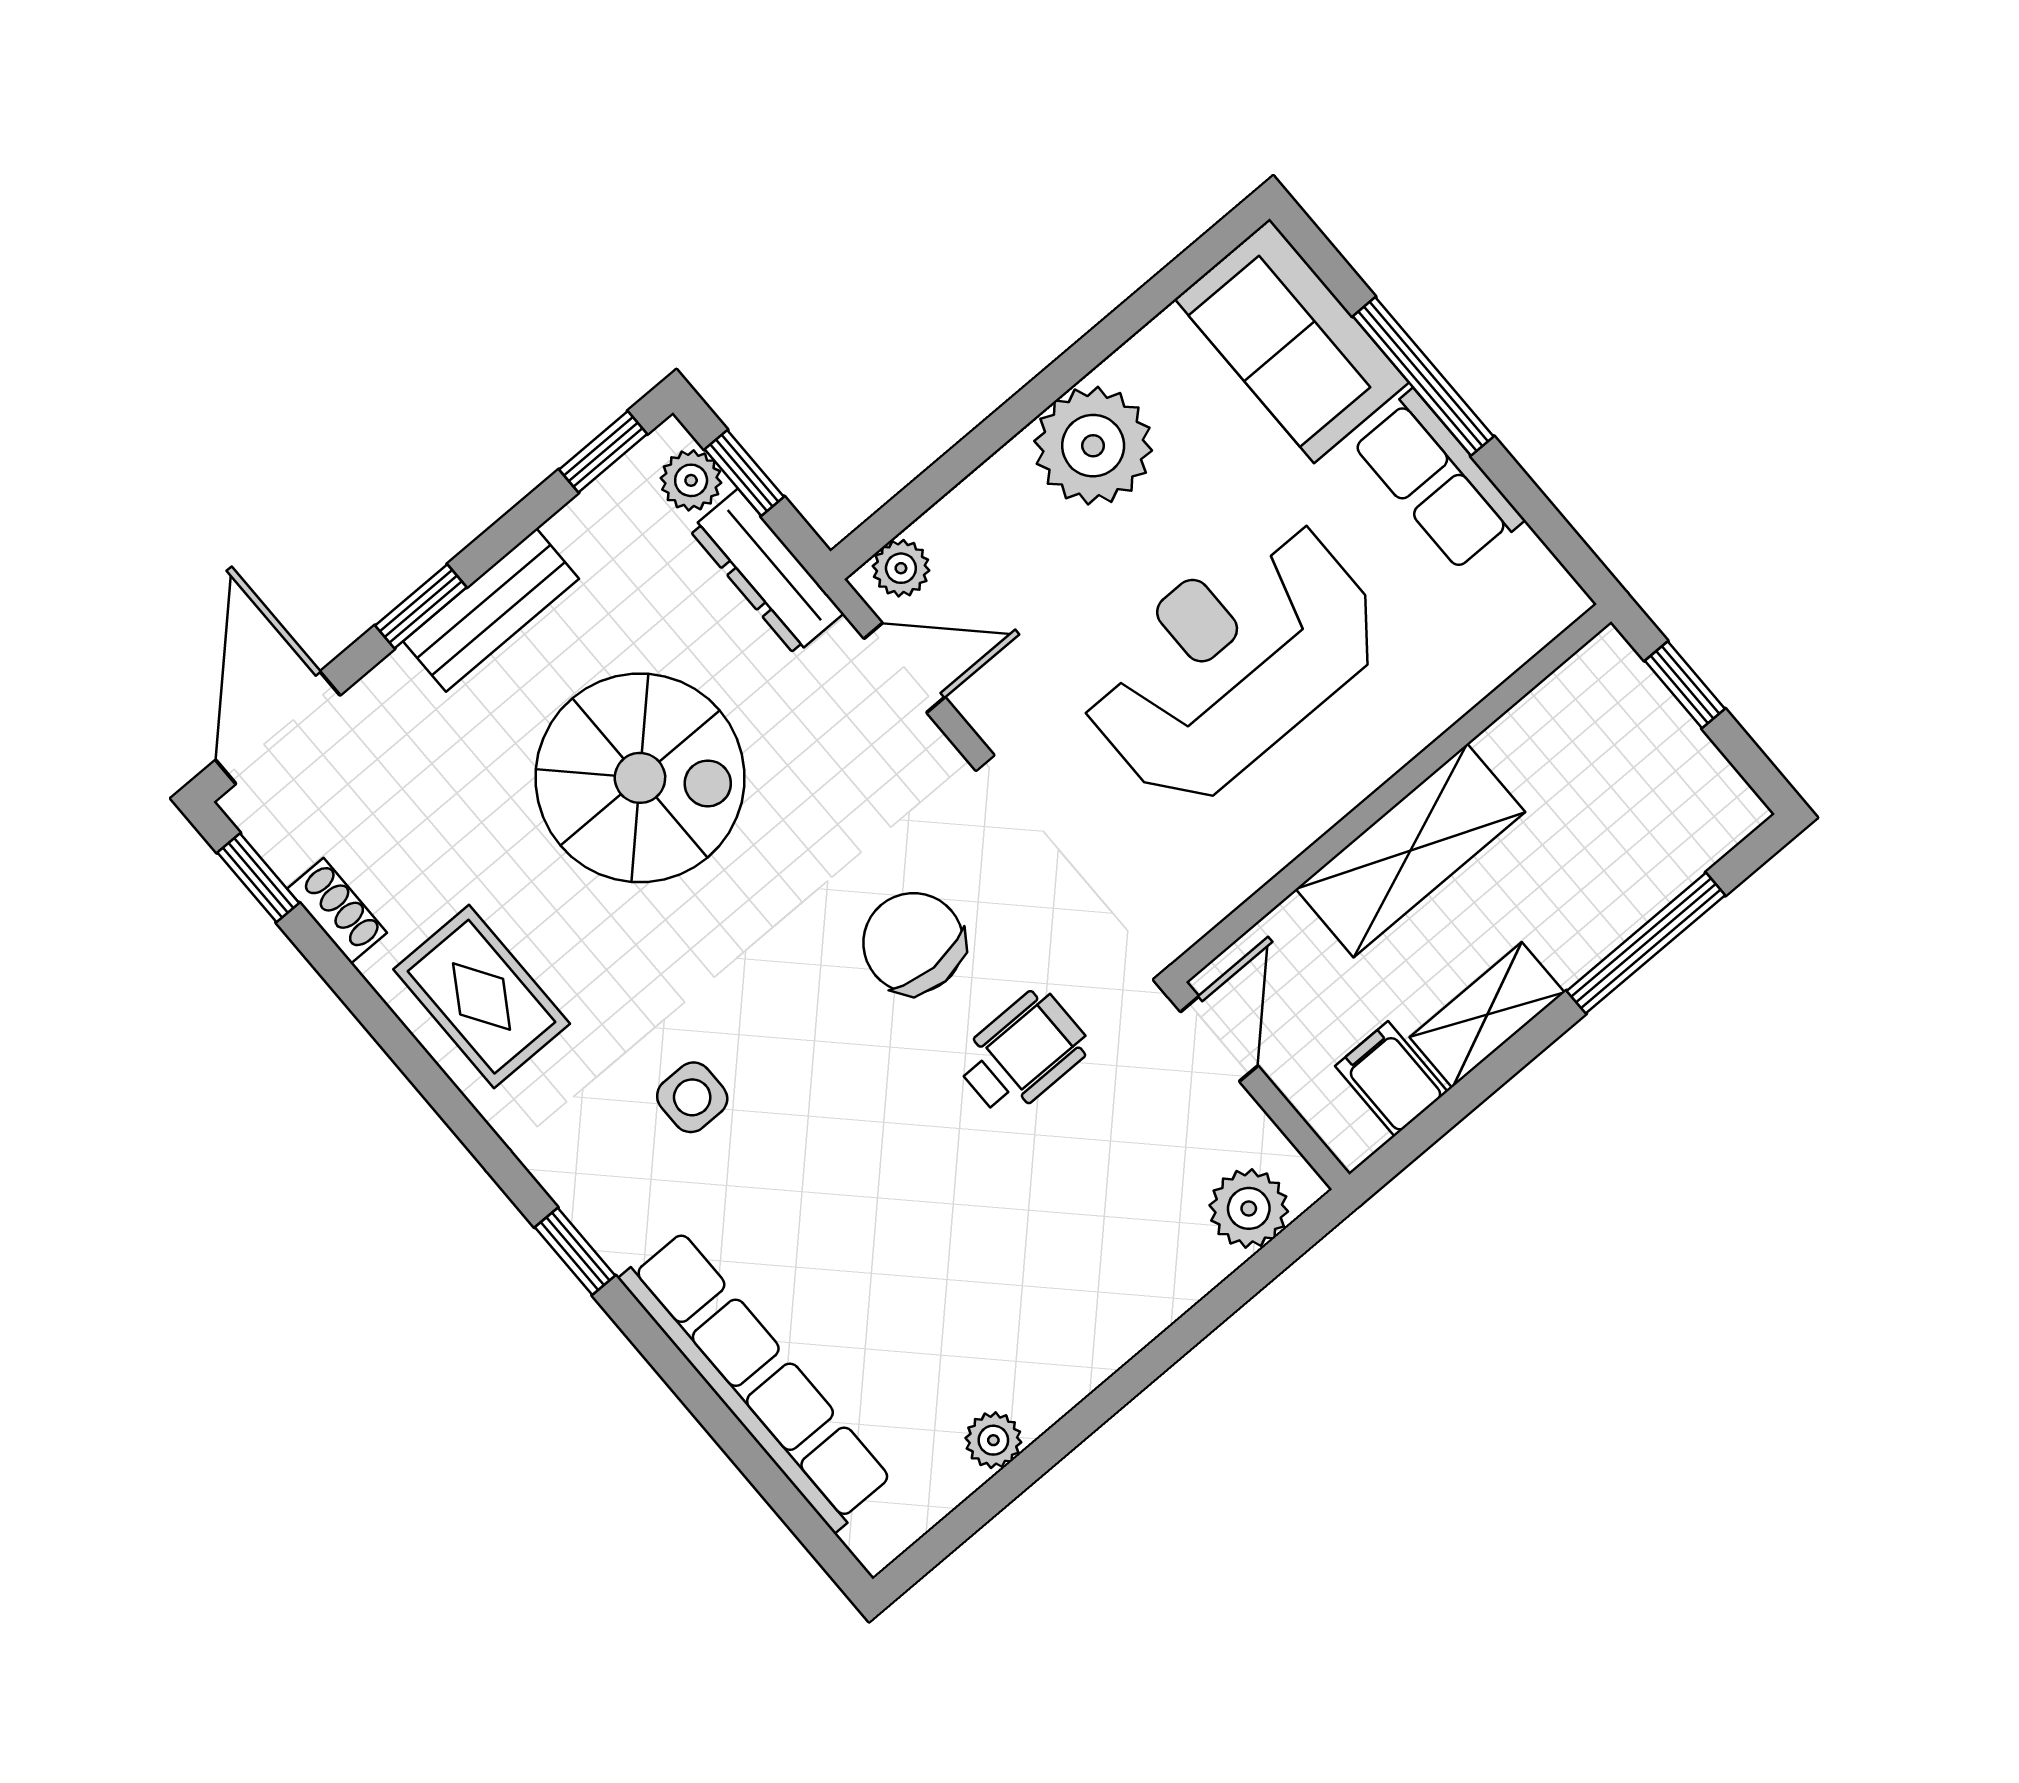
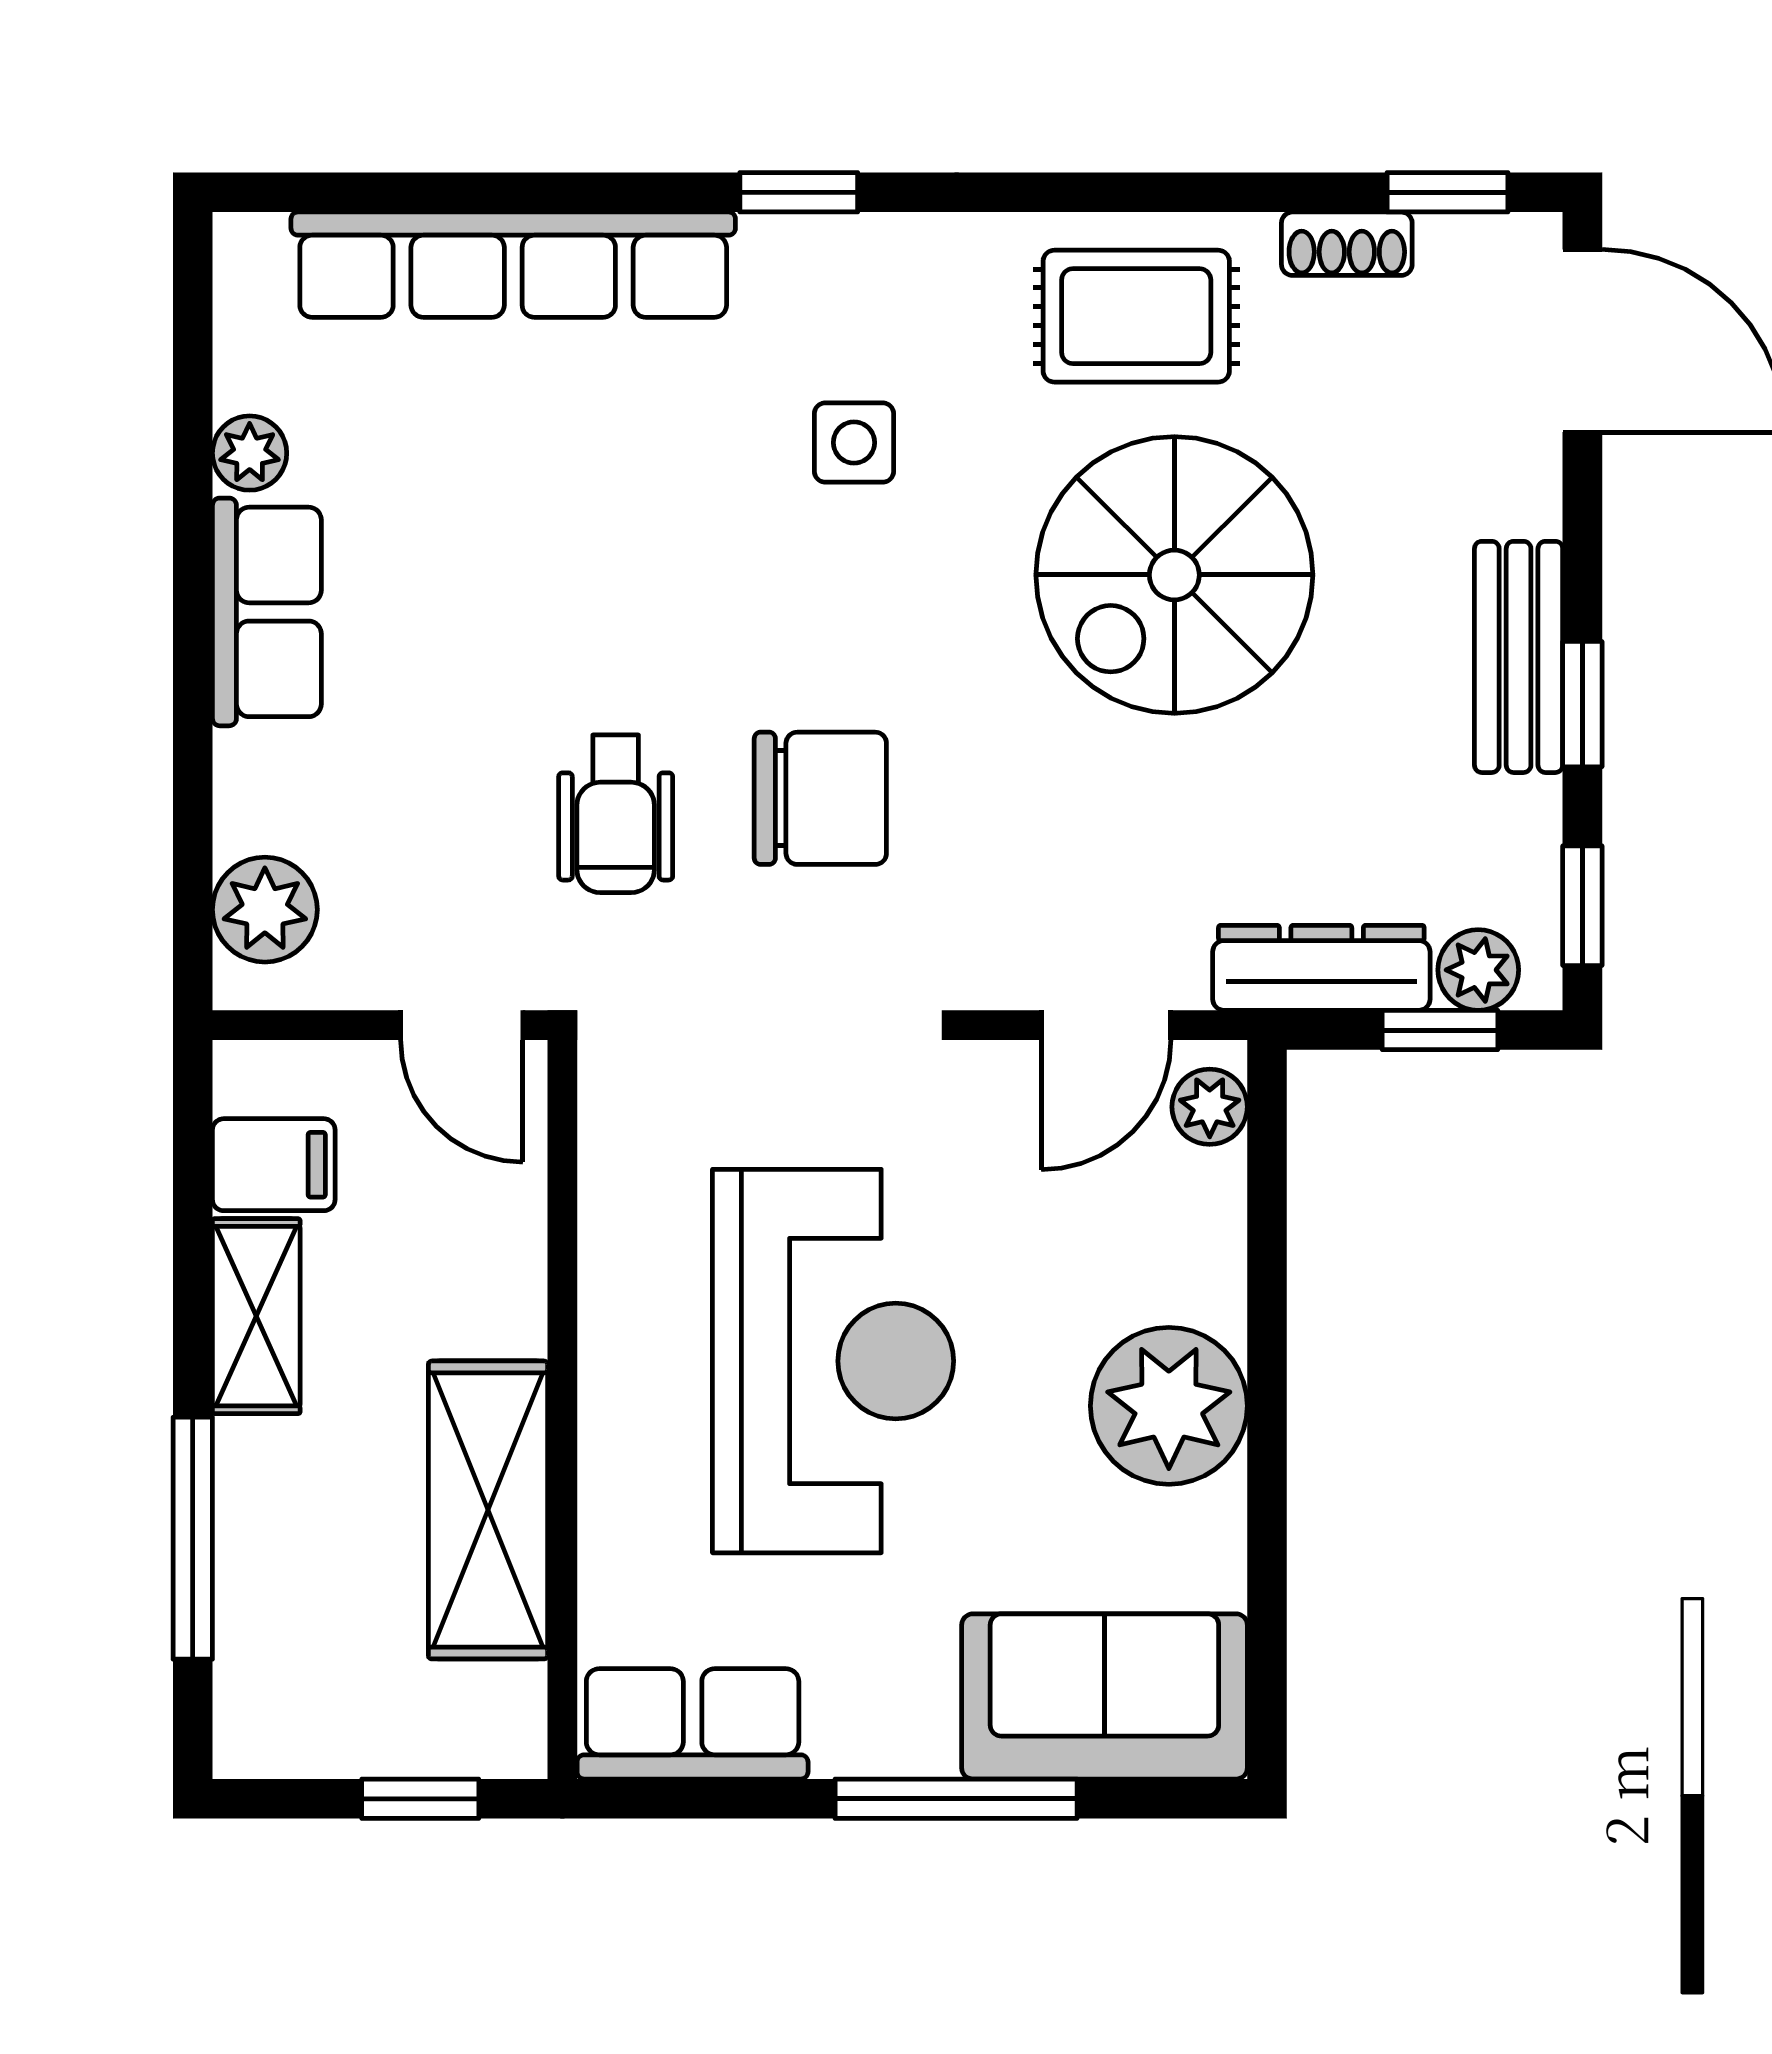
row of seats: (1438, 481) -> (693, 1724), moved
window: (421, 606) -> (1582, 704), moved
spiral stairs: (640, 778) -> (1174, 575), moved
shelving: (1410, 851) -> (488, 1510), moved
row of seats: (1076, 1353) -> (267, 612), added

